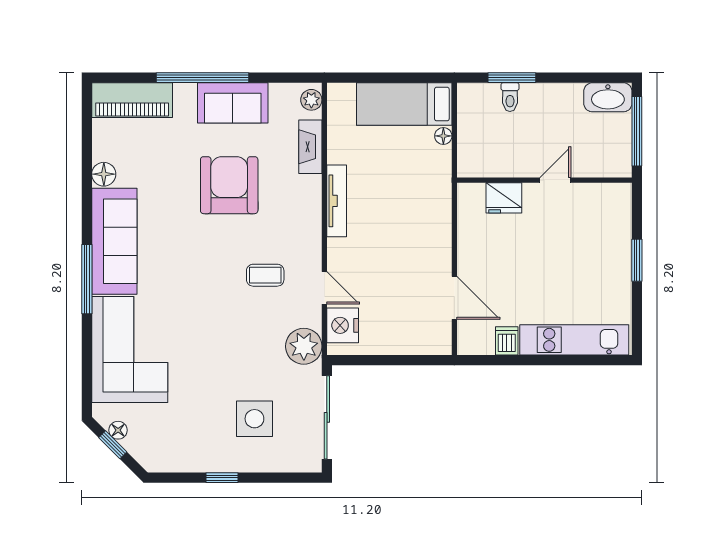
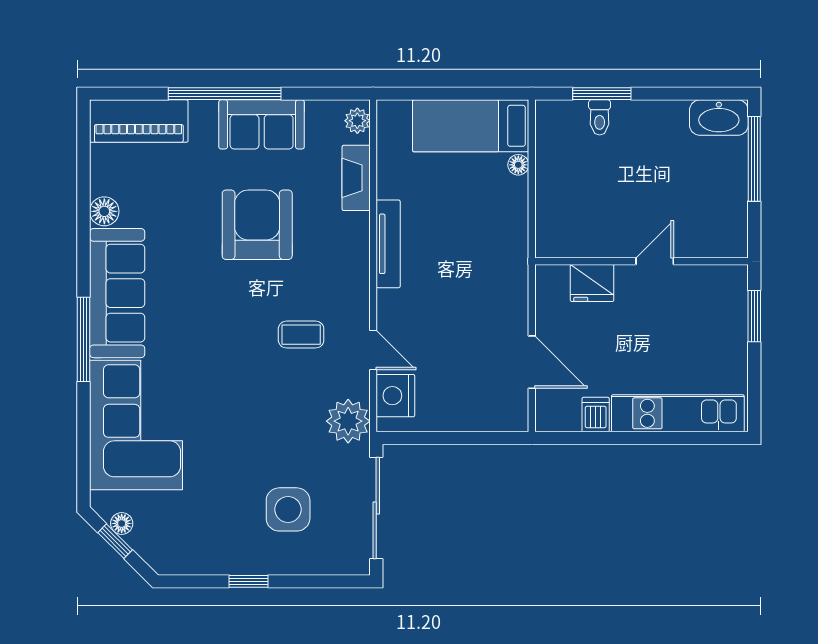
wall: (544, 180) -> (641, 261), moved
door: (555, 180) -> (655, 261), moved
fridge: (504, 198) -> (592, 283), moved

